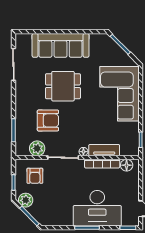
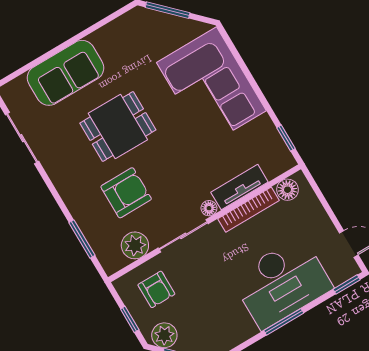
sofa: (61, 45) -> (65, 73), width x0.73

